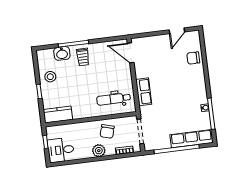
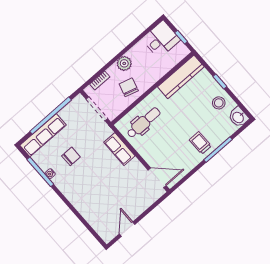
washbasin: (62, 53) -> (238, 117), moved, turned -90
chair: (193, 58) -> (71, 156), moved
kitchen counter: (58, 115) -> (181, 77), width x1.50

